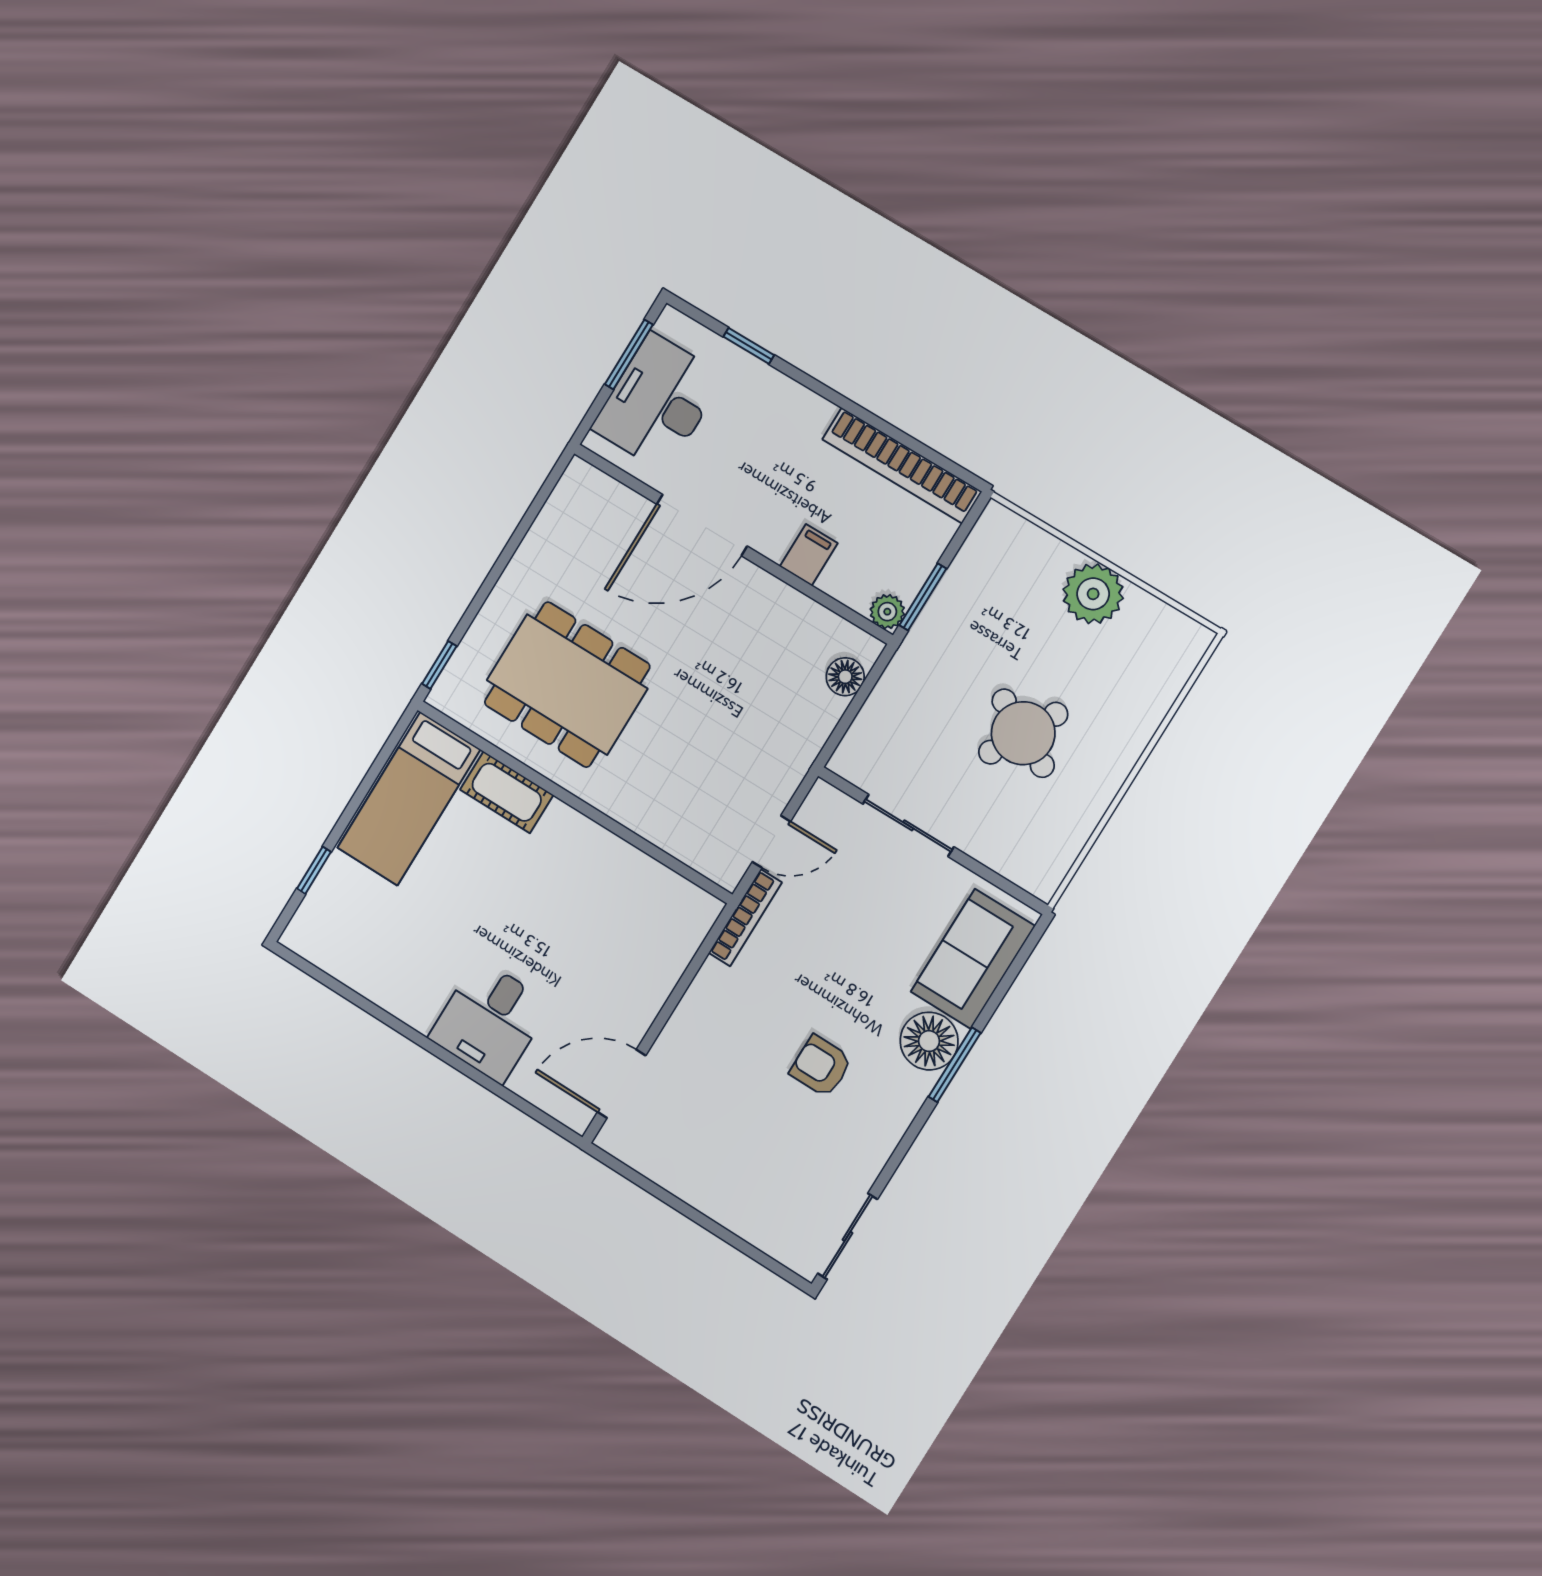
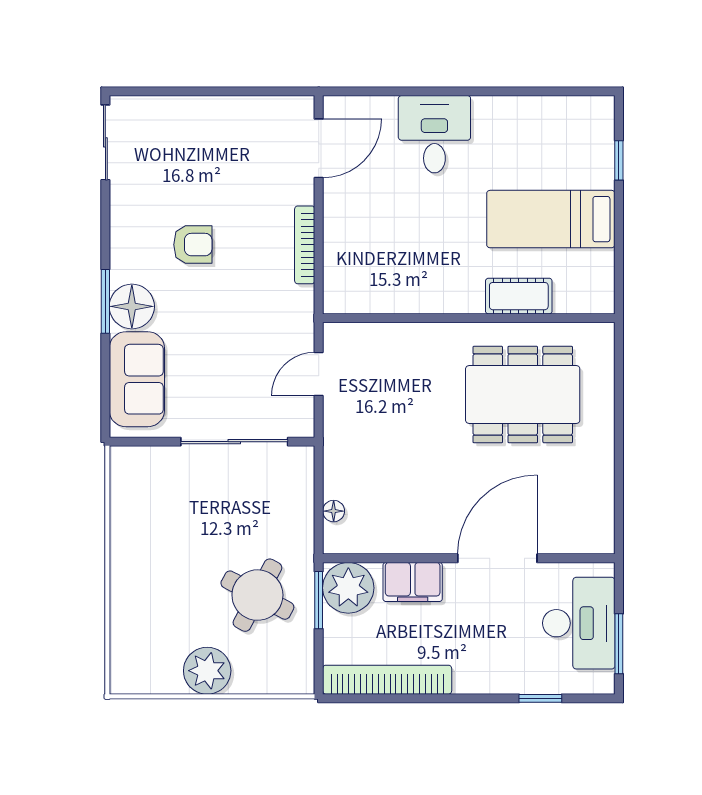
filing cabinet: (809, 555) -> (413, 582), width x2.00
plant: (887, 612) -> (348, 588), width x1.87, depth x1.87
window: (439, 665) -> (619, 354), removed
floor lamp: (845, 677) -> (334, 511), width x0.73, depth x0.73
round table: (1023, 733) -> (257, 595), moved
bed: (409, 799) -> (551, 219), moved, turned -90
sliding door: (908, 825) -> (234, 442), width x1.37
bookcase: (745, 918) -> (305, 245), moved

